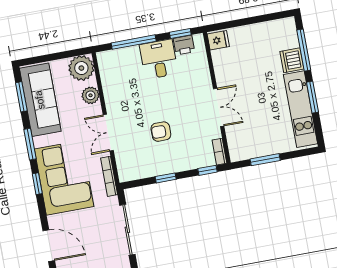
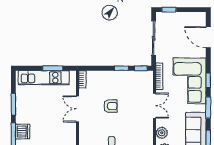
kitchen unit: (301, 109) -> (44, 78), moved, turned 90
armchair: (161, 132) -> (111, 106), moved
window: (208, 170) -> (141, 68), moved

